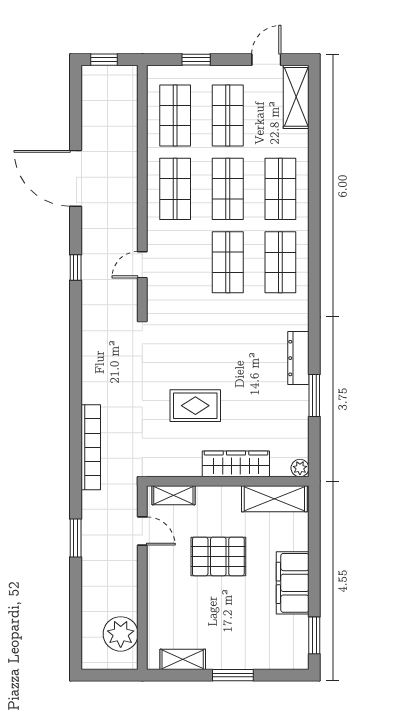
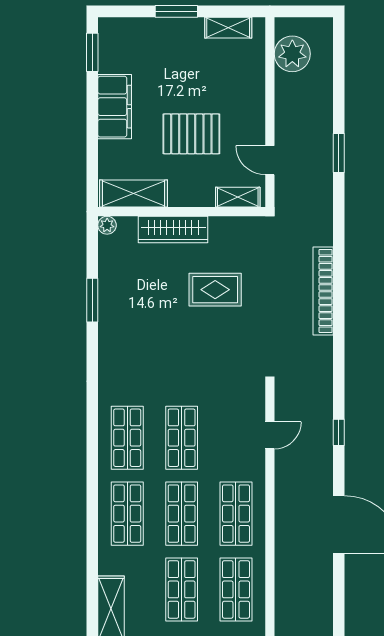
dresser: (298, 358) -> (109, 339), removed
bookcase: (91, 447) -> (323, 291), moved

